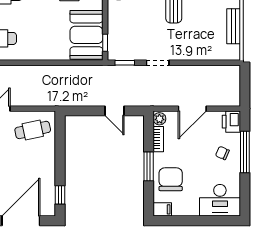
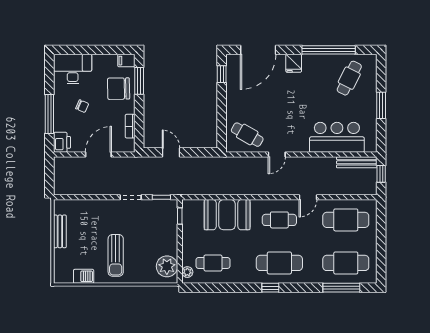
booth: (86, 35) -> (227, 215), moved, turned 90
plant: (159, 119) -> (129, 145), removed
cafe table: (33, 130) -> (247, 135), turned 42
chair: (222, 153) -> (82, 106), moved
window: (149, 166) -> (139, 81), moved
chair: (171, 179) -> (119, 89), turned 89

